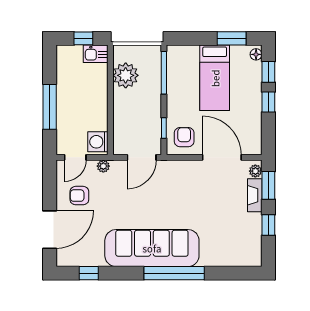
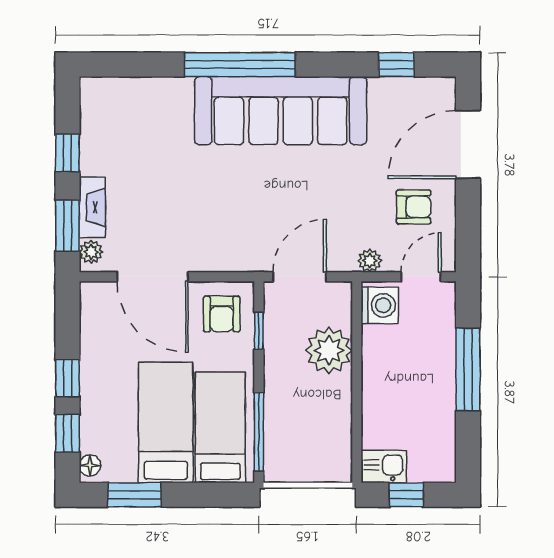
plant: (126, 75) -> (329, 350), moved
bed: (185, 75) -> (220, 428), added

